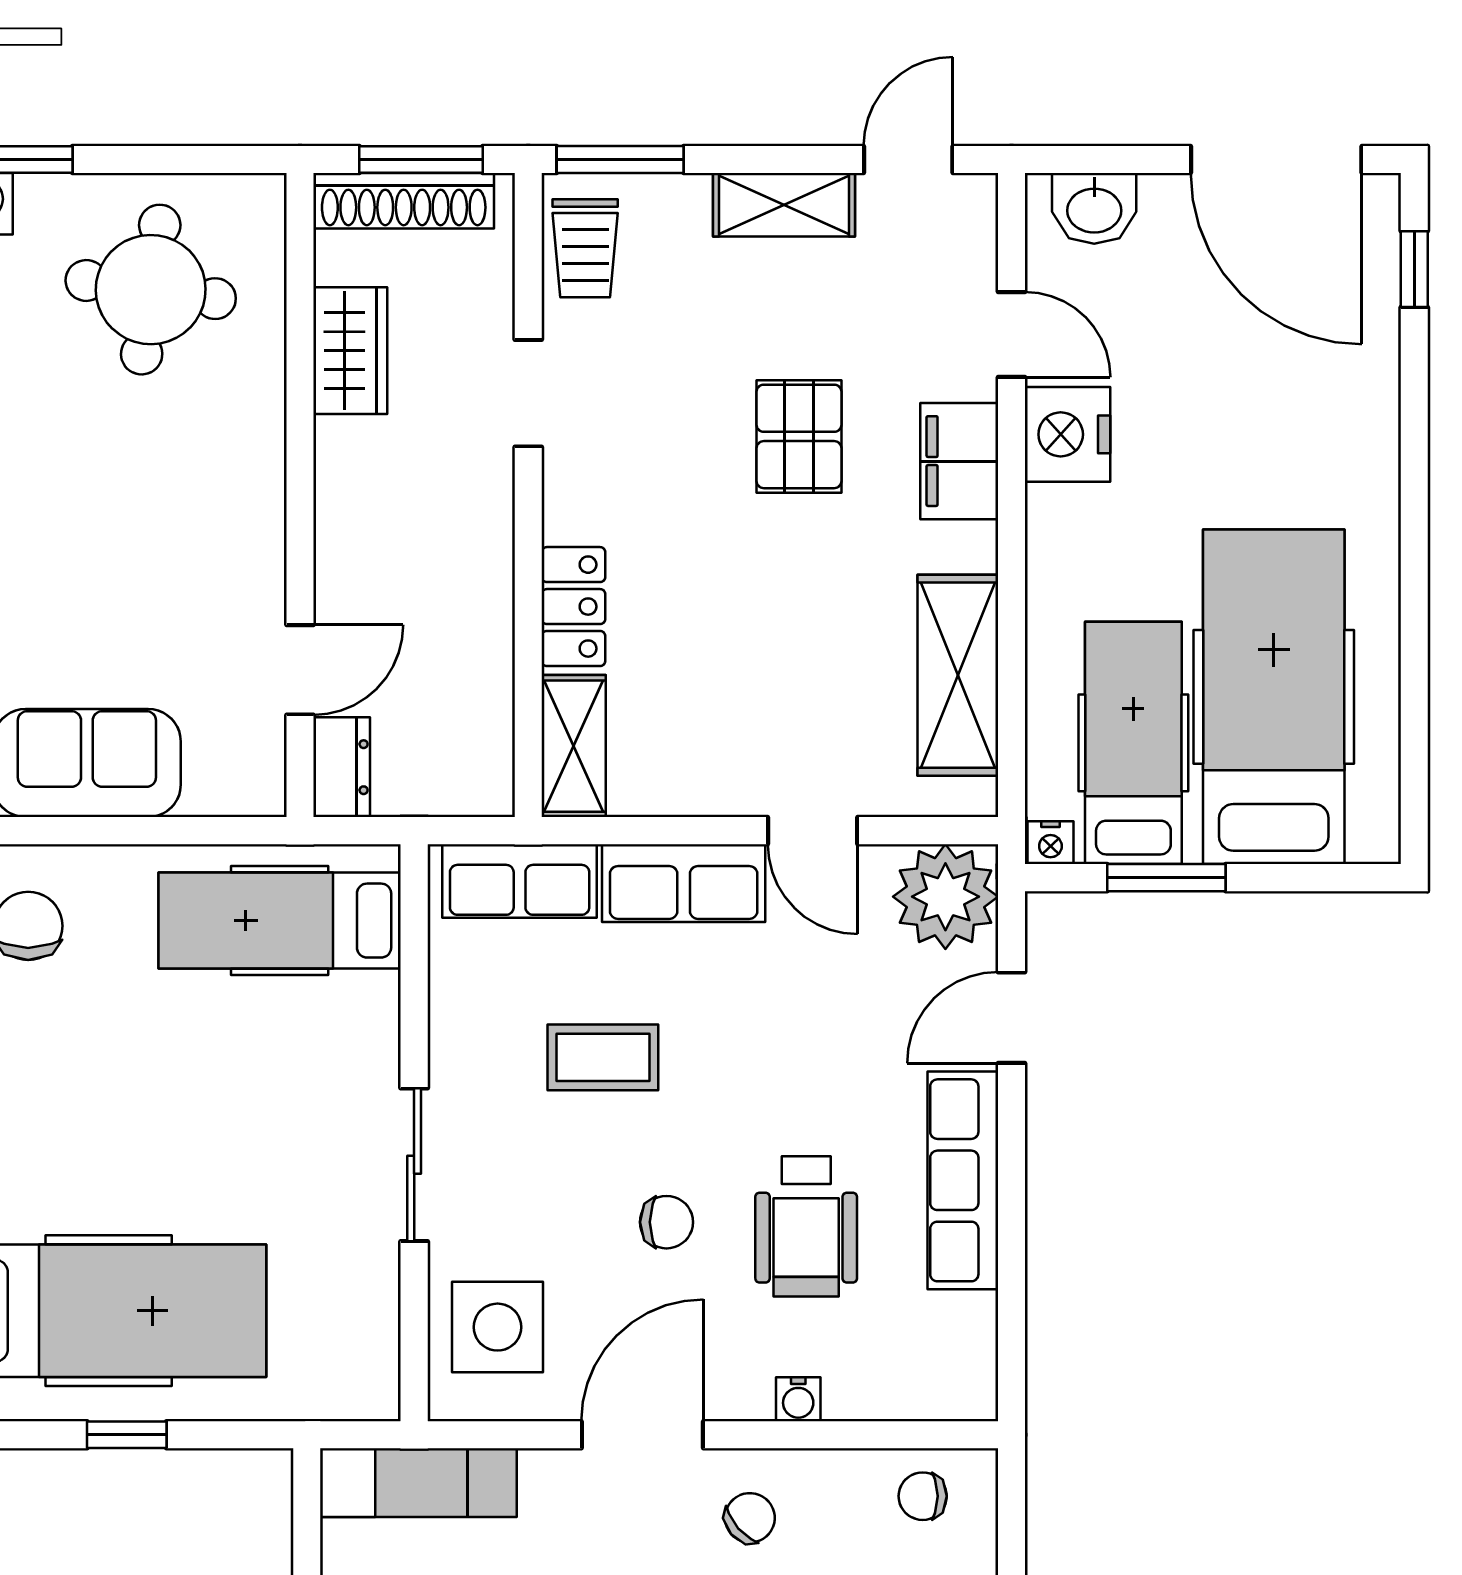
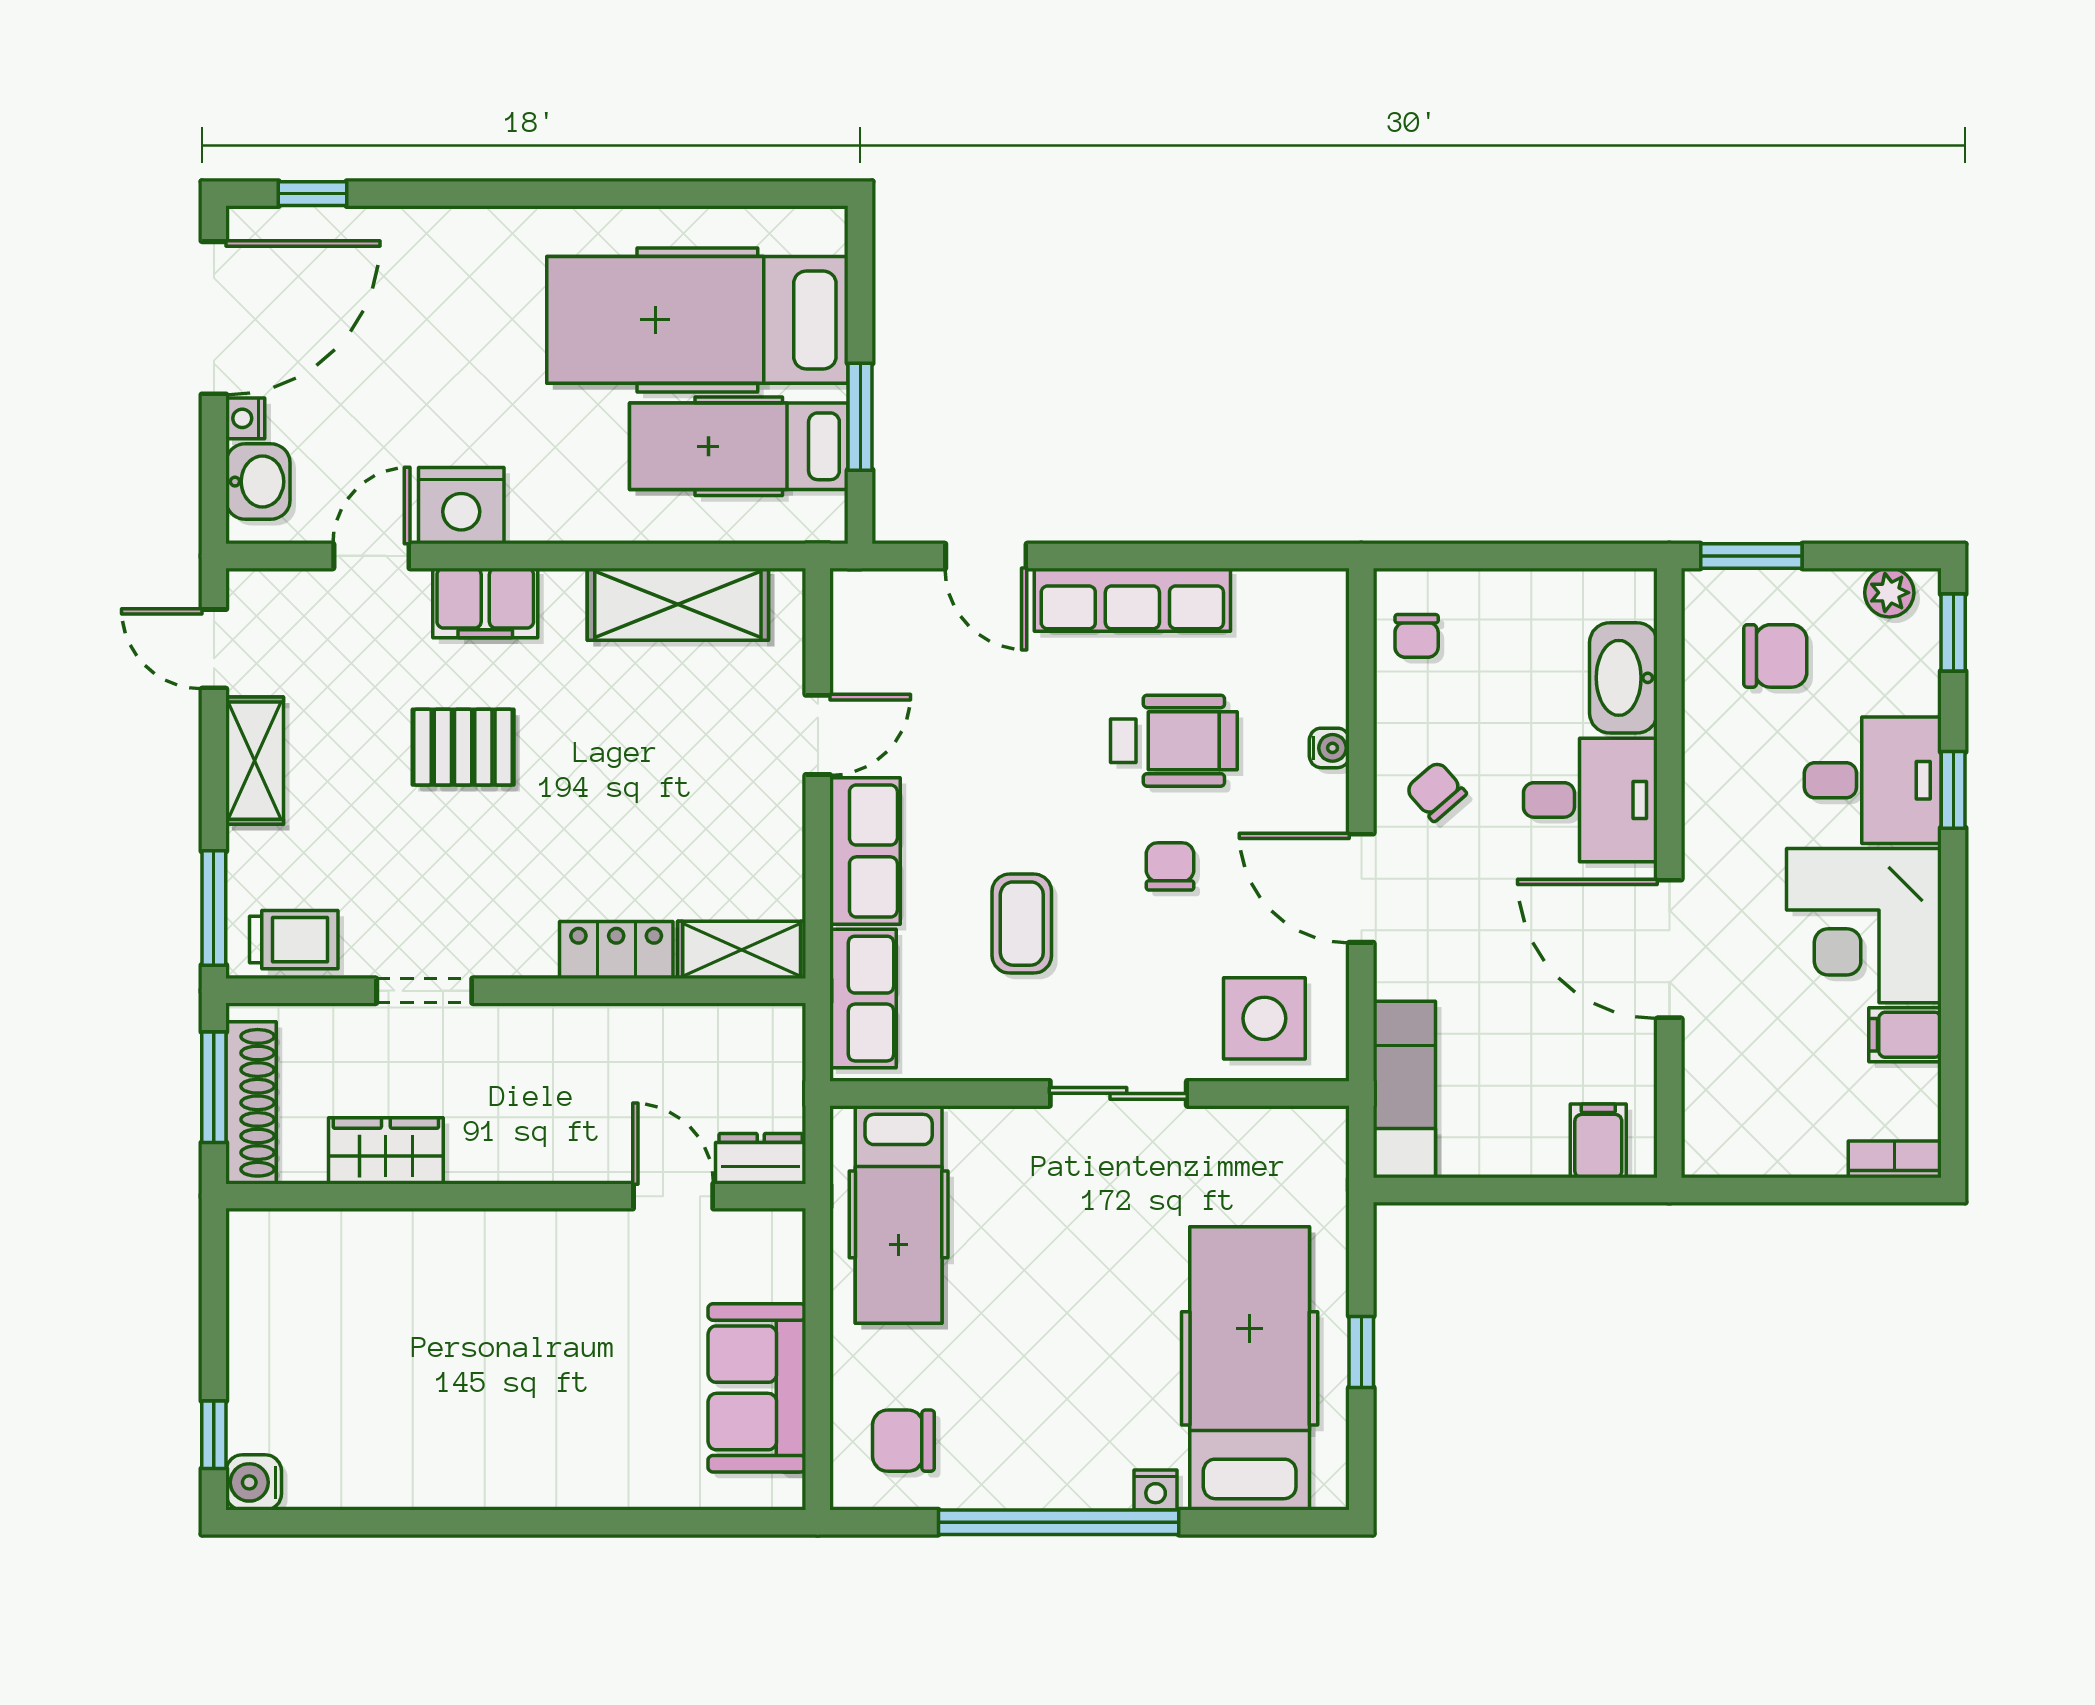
round table: (151, 290) -> (331, 1330), removed
nightstand: (1050, 843) -> (245, 418), moved, turned 180
plant: (945, 897) -> (877, 615), removed

